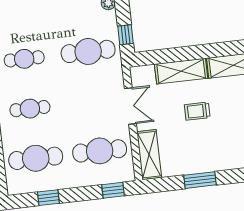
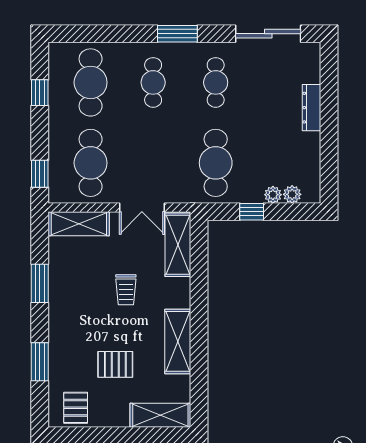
window: (125, 35) -> (252, 212), moved
shelving: (181, 71) -> (178, 245), moved
trolley: (197, 111) -> (126, 290), turned 180

